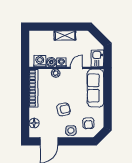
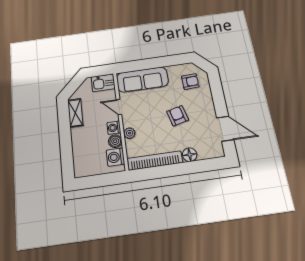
shelving: (65, 35) -> (75, 113), moved
floor lamp: (34, 123) -> (190, 155), moved
side table: (71, 130) -> (204, 102), removed

